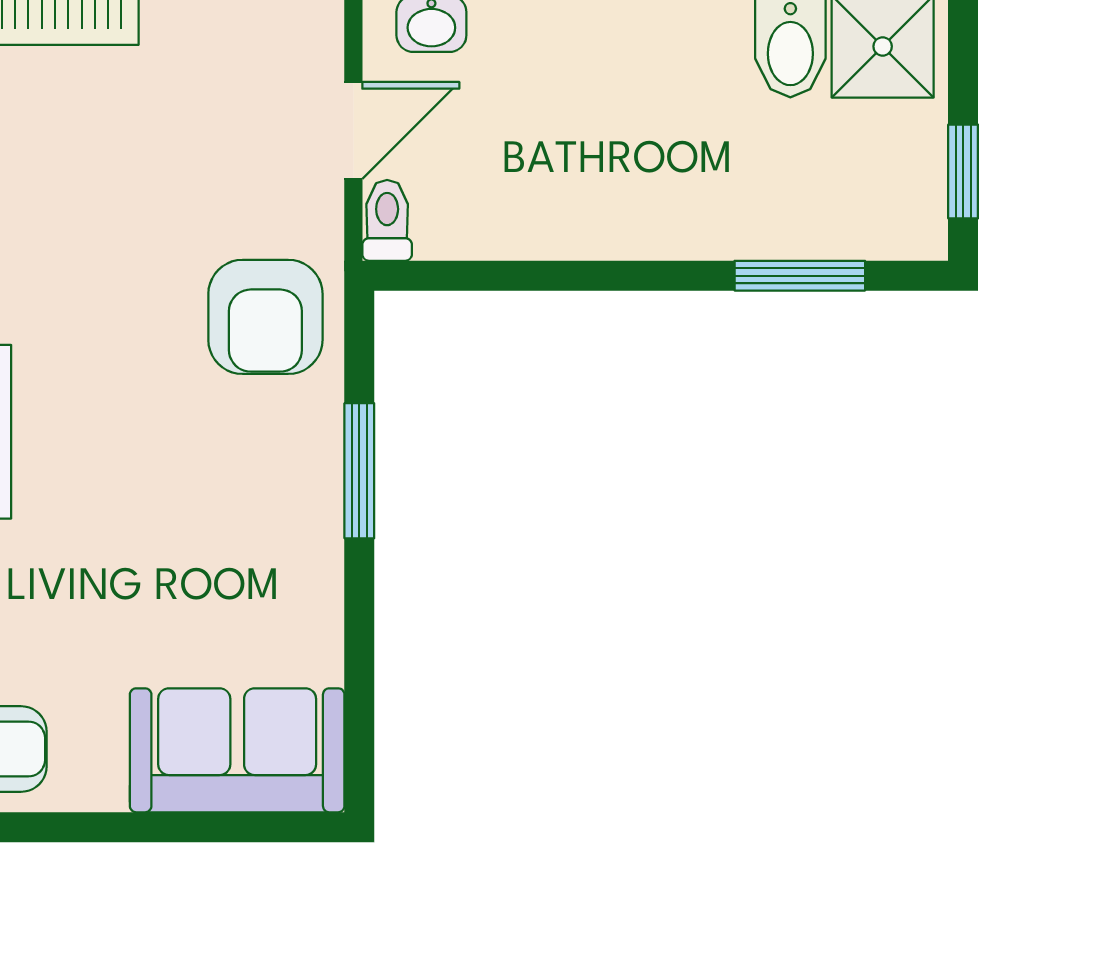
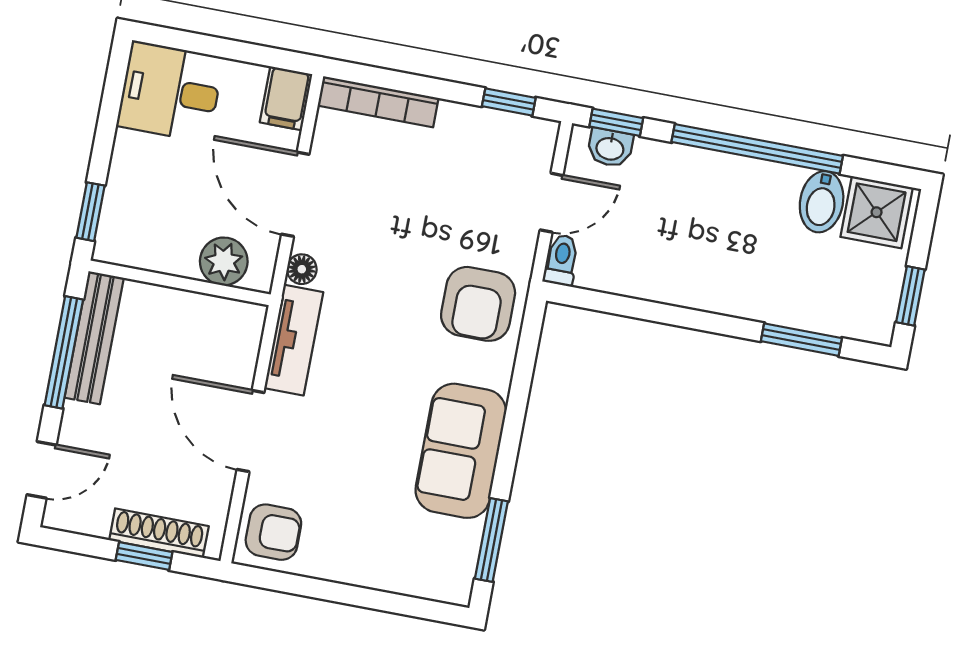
window: (359, 471) -> (491, 540), moved
sofa: (237, 750) -> (461, 451), moved, turned -90

